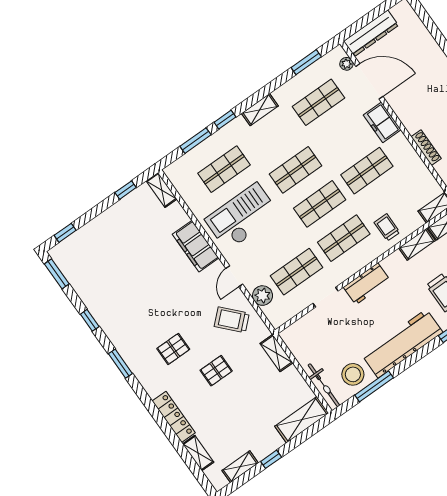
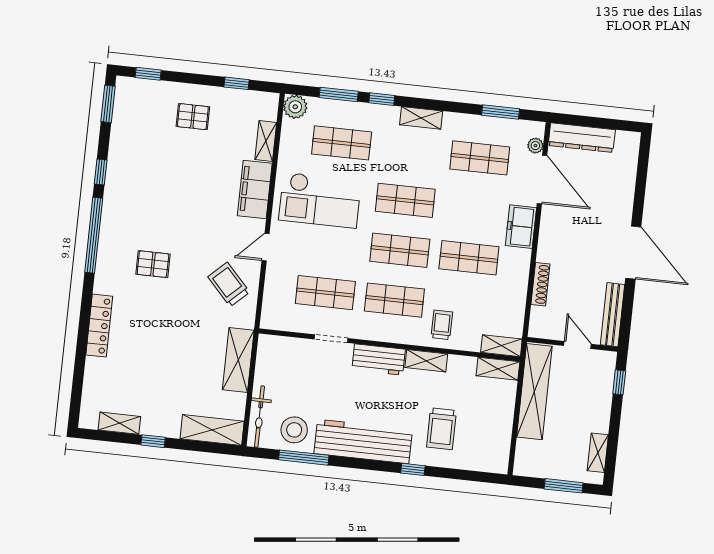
shelving: (162, 190) -> (266, 141), moved
checkout: (242, 217) -> (320, 200), turned 180
shelving: (417, 244) -> (426, 361), moved
plant: (263, 296) -> (295, 107), moved
shelving: (276, 353) -> (238, 360), width x1.50, depth x1.33
window: (120, 364) -> (94, 235), width x2.11
pallet: (216, 371) -> (193, 117), moved
shelving: (198, 453) -> (92, 377), removed

